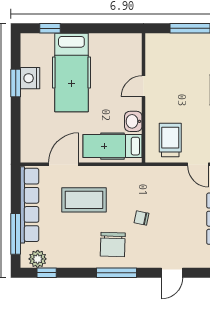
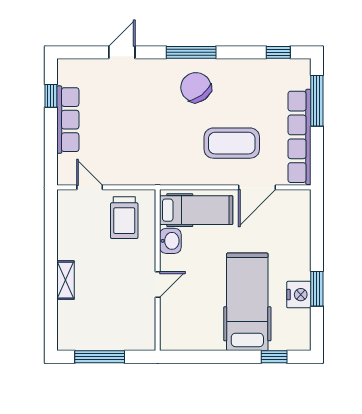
chair: (141, 218) -> (160, 120), removed
chair: (113, 245) -> (196, 87), turned -39
plant: (38, 259) -> (289, 70), removed

